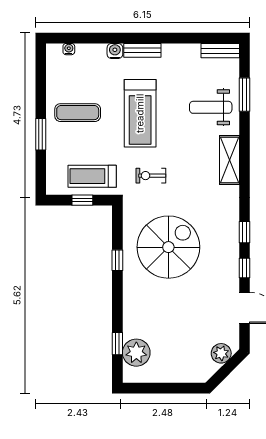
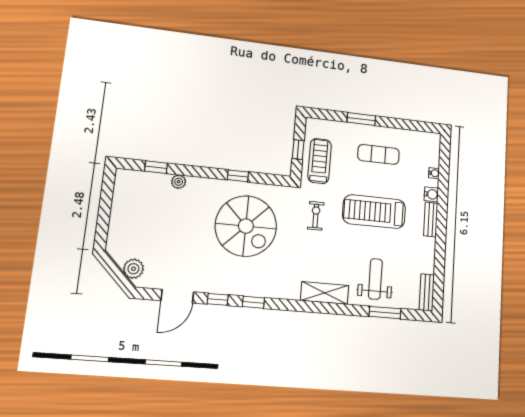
water cooler: (69, 49) -> (434, 173), moved
exercise mat: (78, 113) -> (378, 154), turned 90
plant: (136, 353) -> (179, 182), moved, width x0.53, depth x0.53

